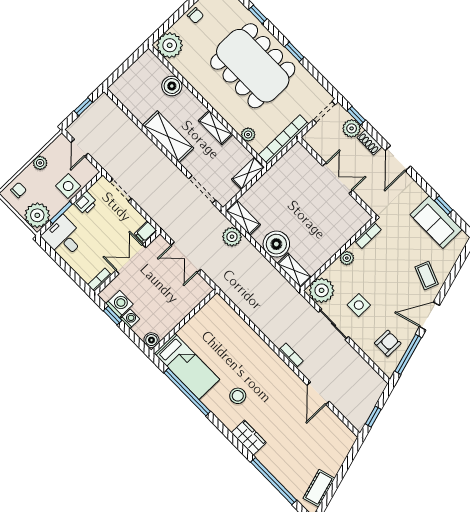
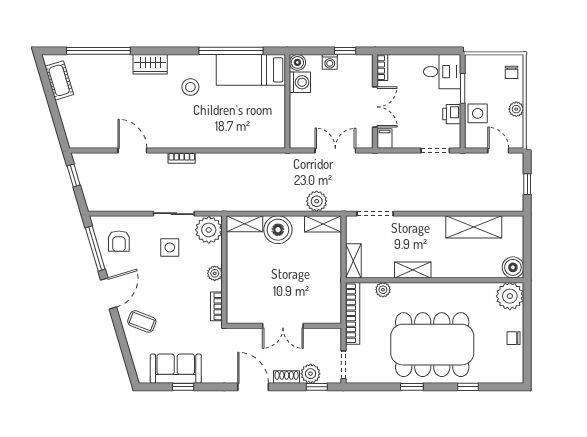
boiler: (172, 86) -> (513, 267), moved
shelving: (168, 137) -> (474, 227), moved
plant: (37, 215) -> (478, 68), removed
washing machine: (119, 304) -> (300, 82), moved, turned -90

